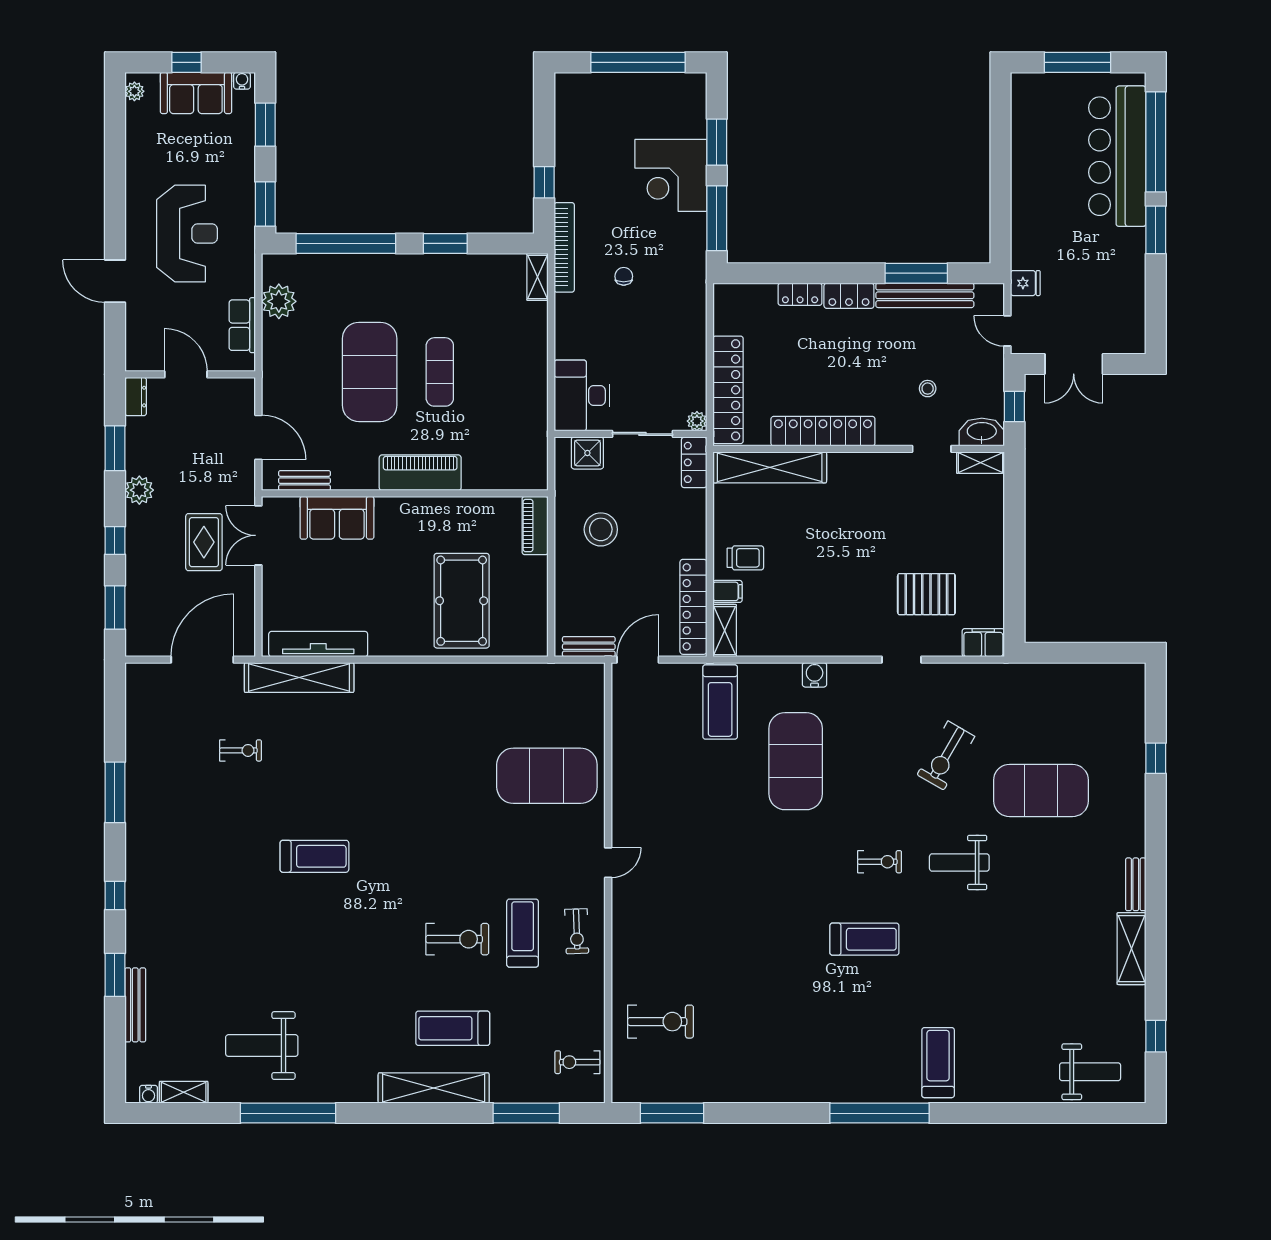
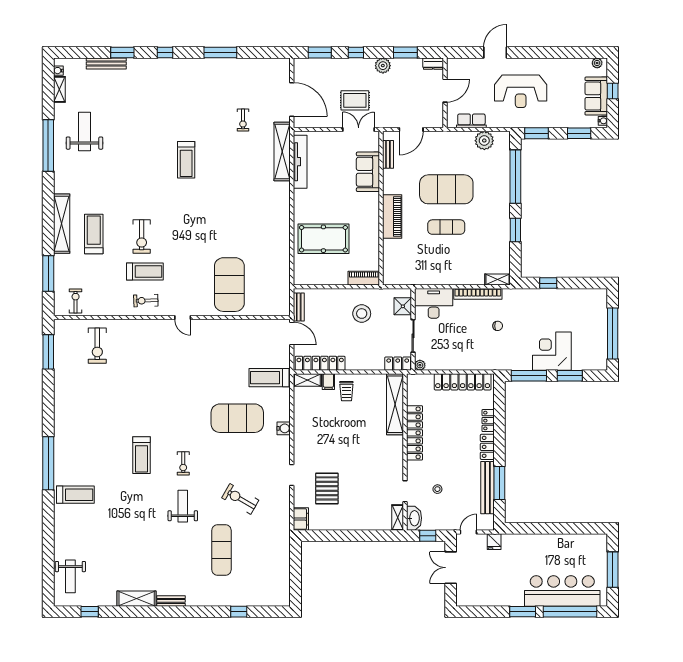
bookcase: (564, 247) -> (478, 294), moved
locker: (728, 390) -> (463, 382), moved
exercise mat: (1041, 790) -> (221, 550), width x0.68

